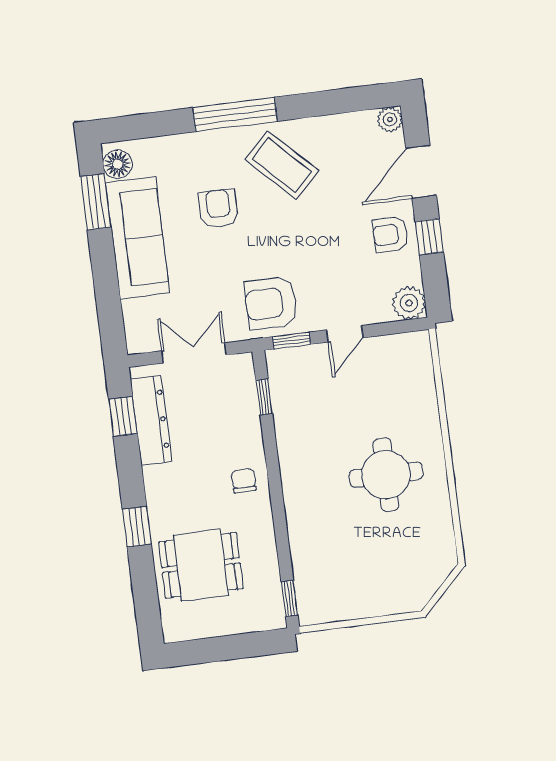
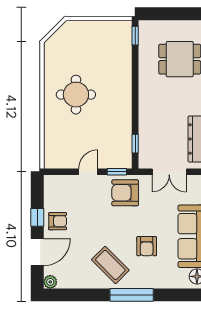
armchair: (271, 303) -> (125, 193), turned 180
plant: (409, 303) -> (52, 184), removed
chair: (244, 481) -> (151, 101), removed

